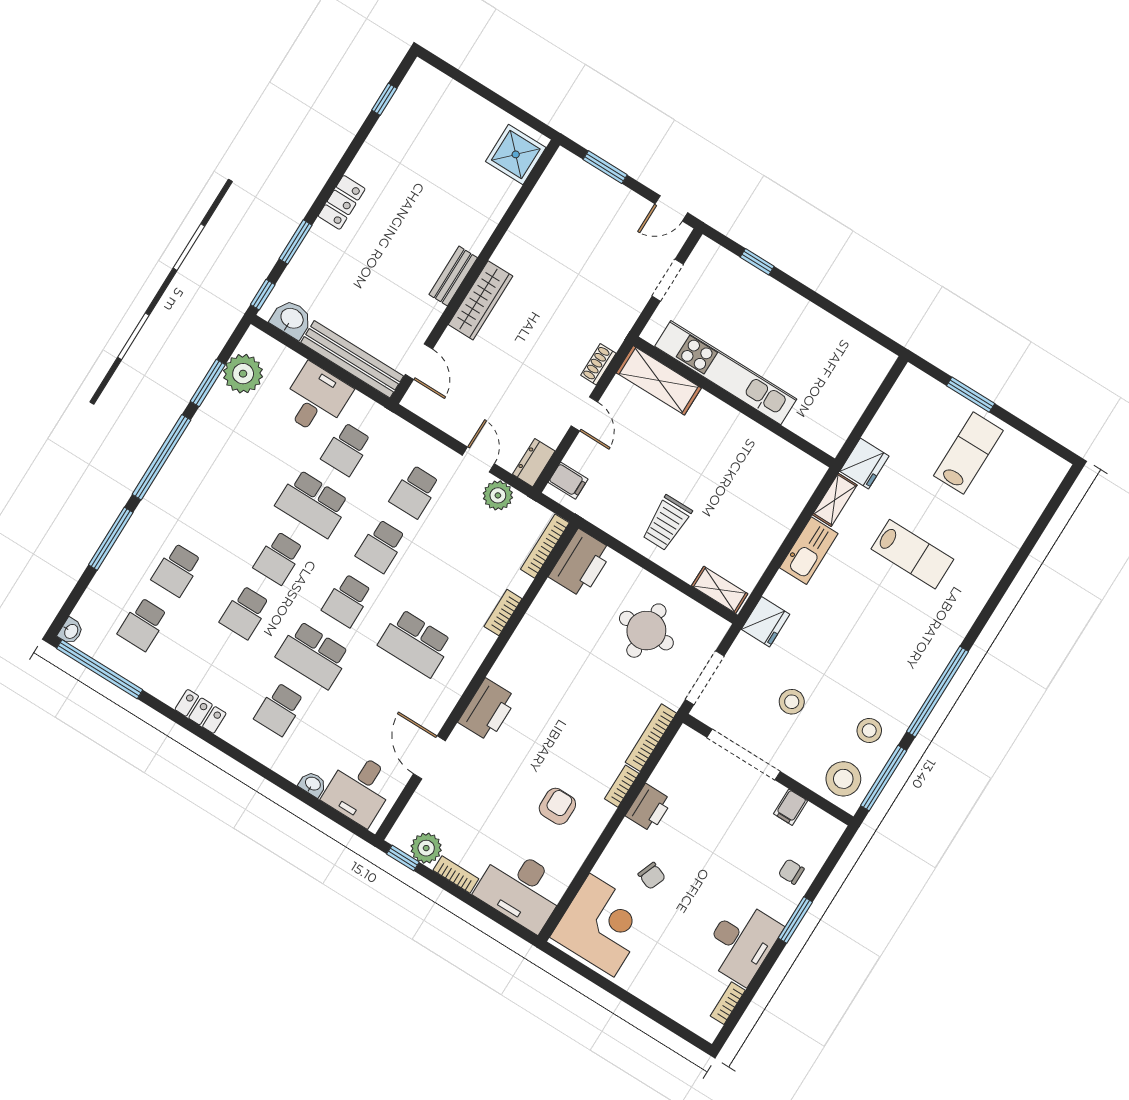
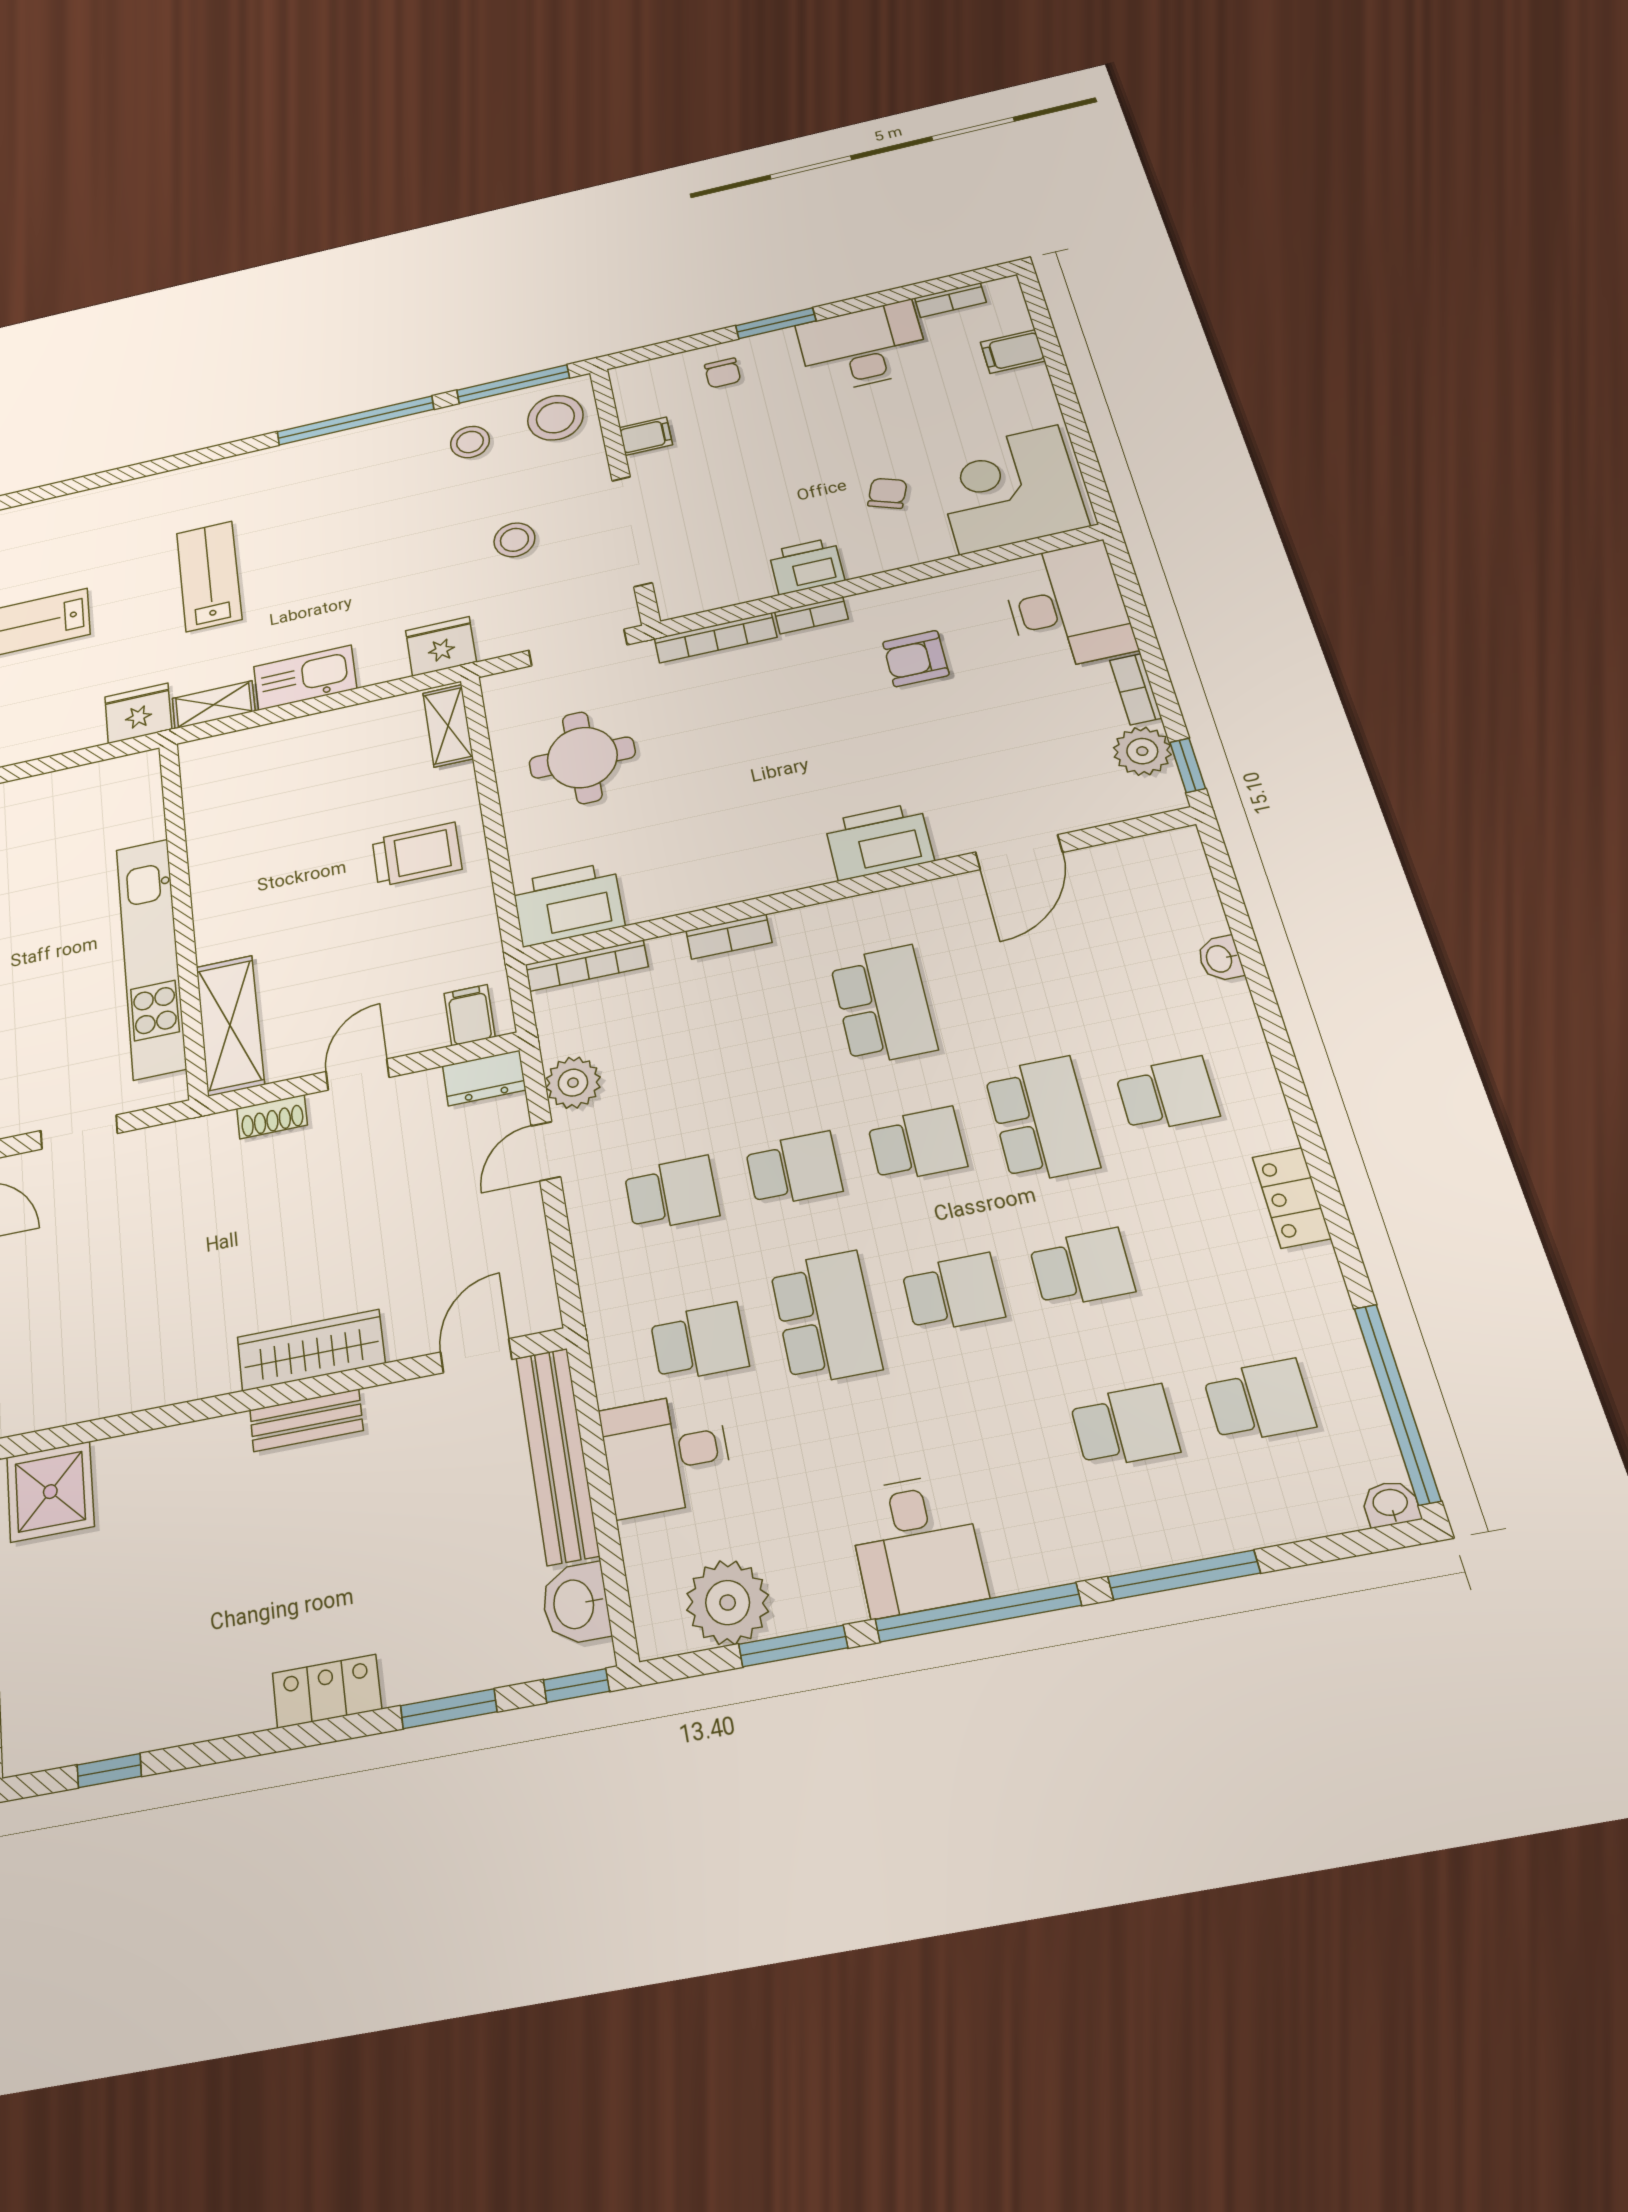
desk: (359, 789) -> (916, 1545), moved, turned 90
filing cabinet: (672, 999) -> (1013, 352), added

